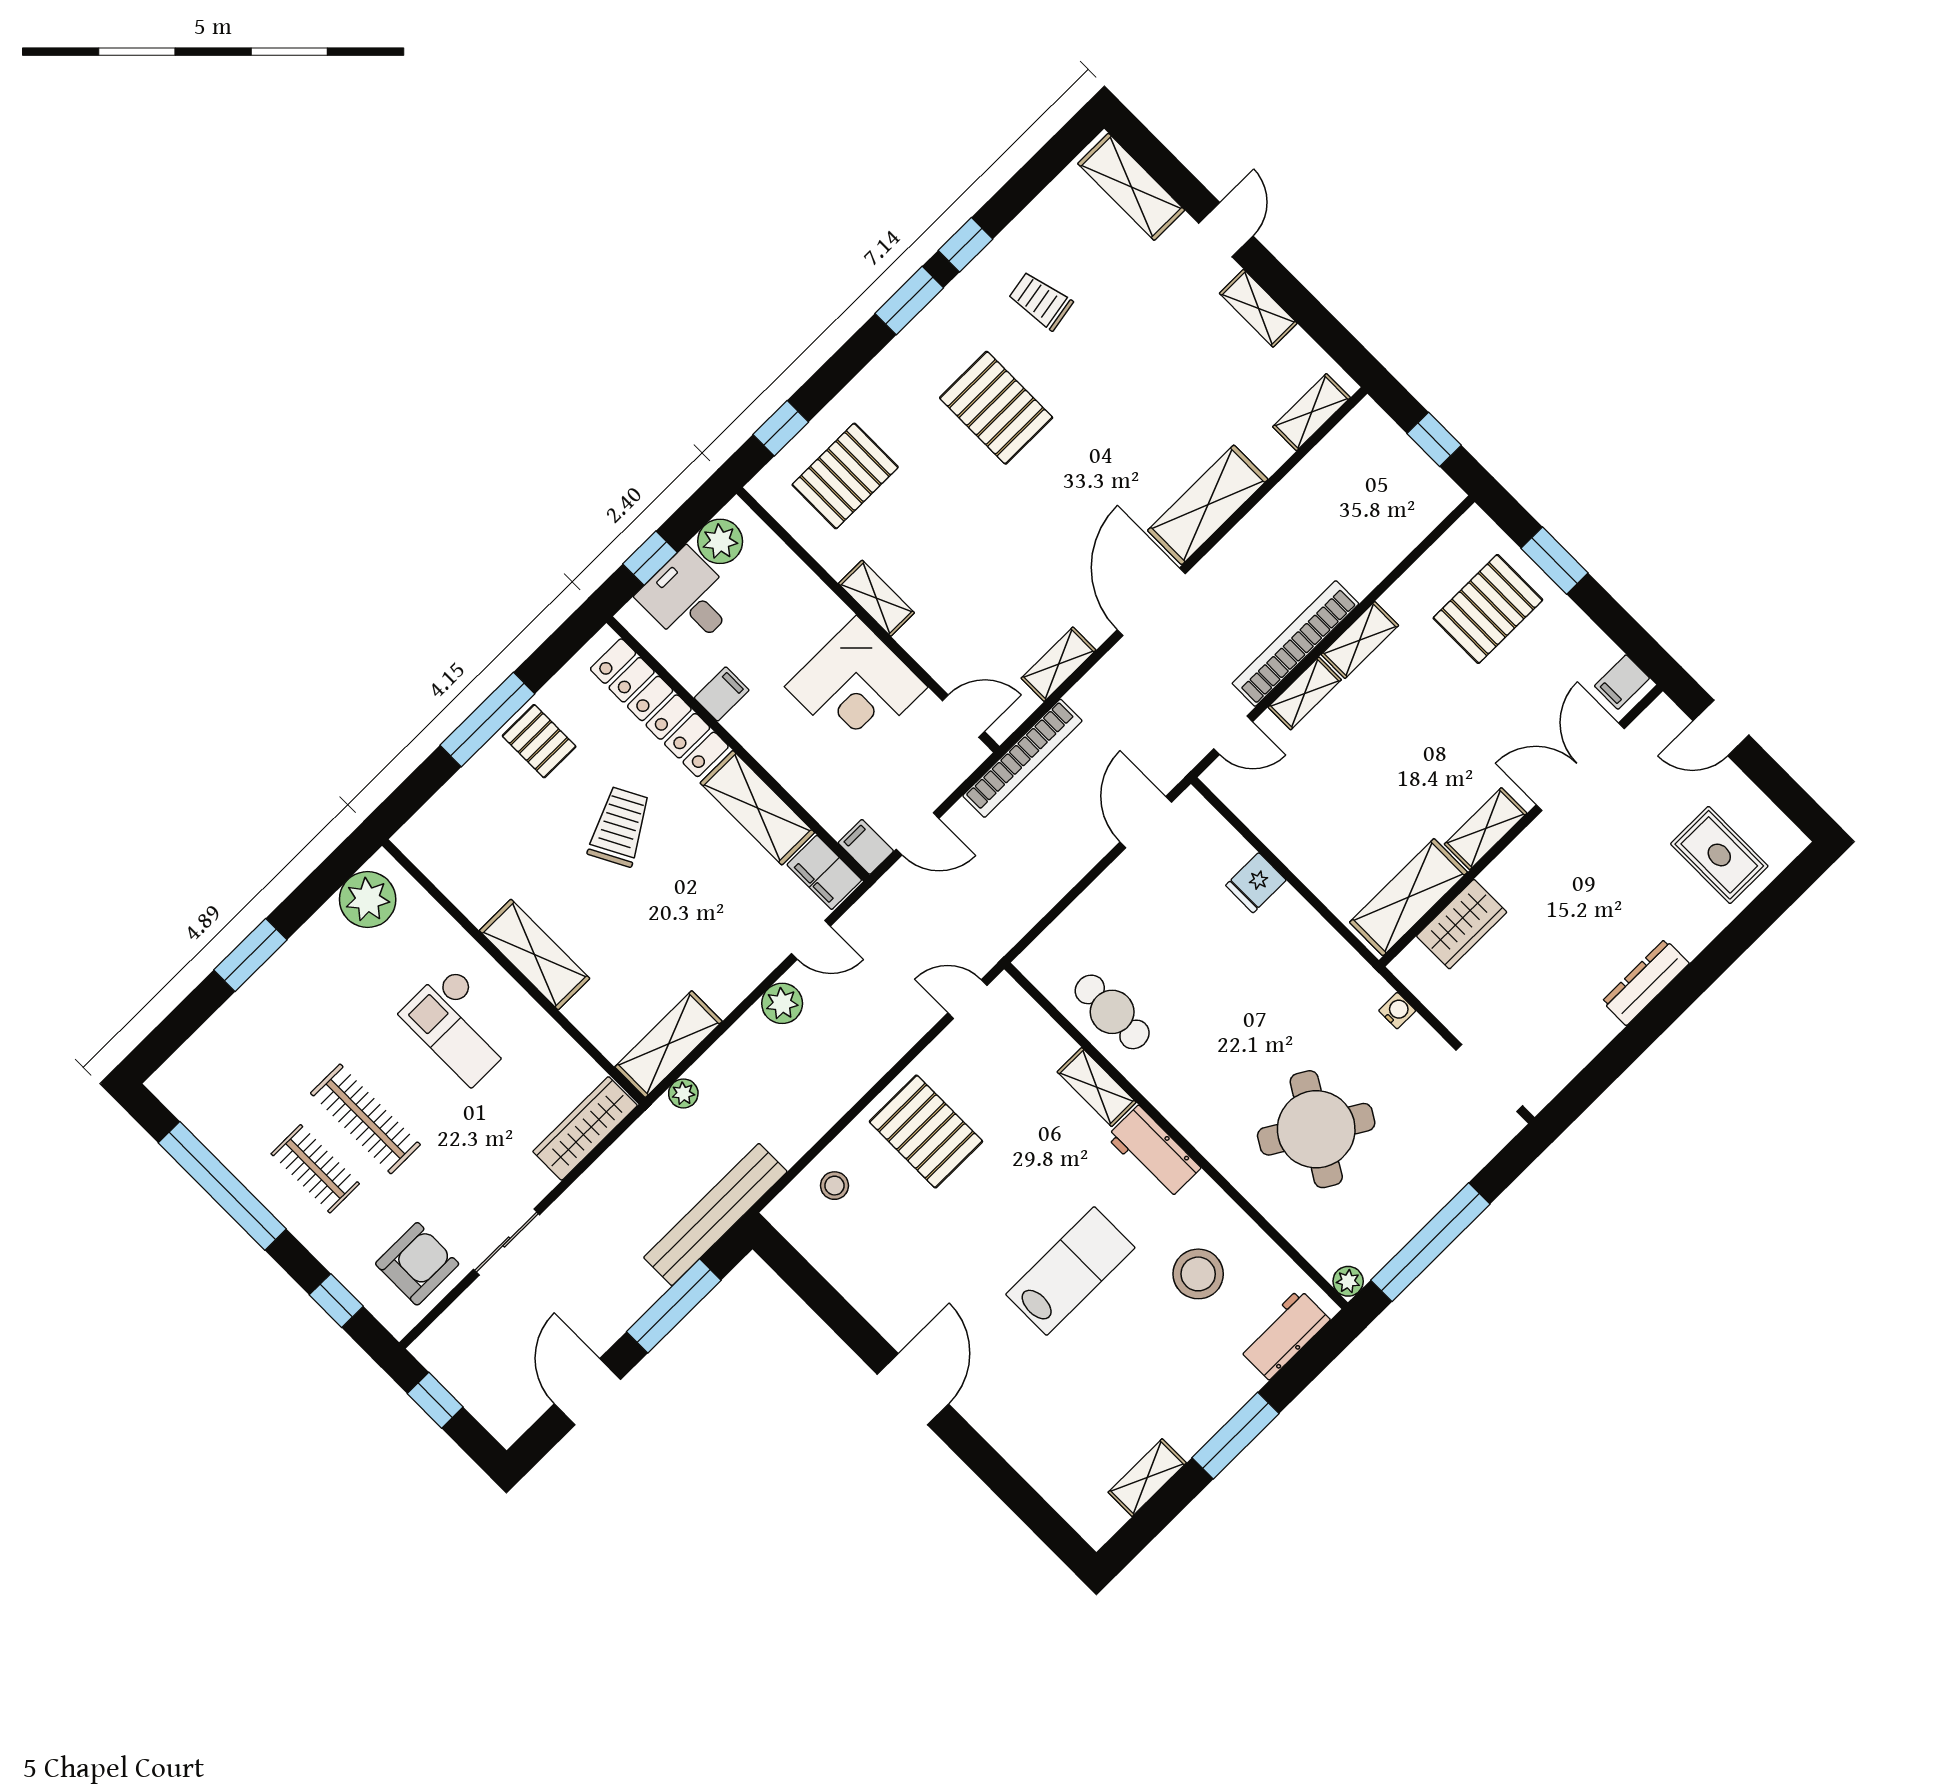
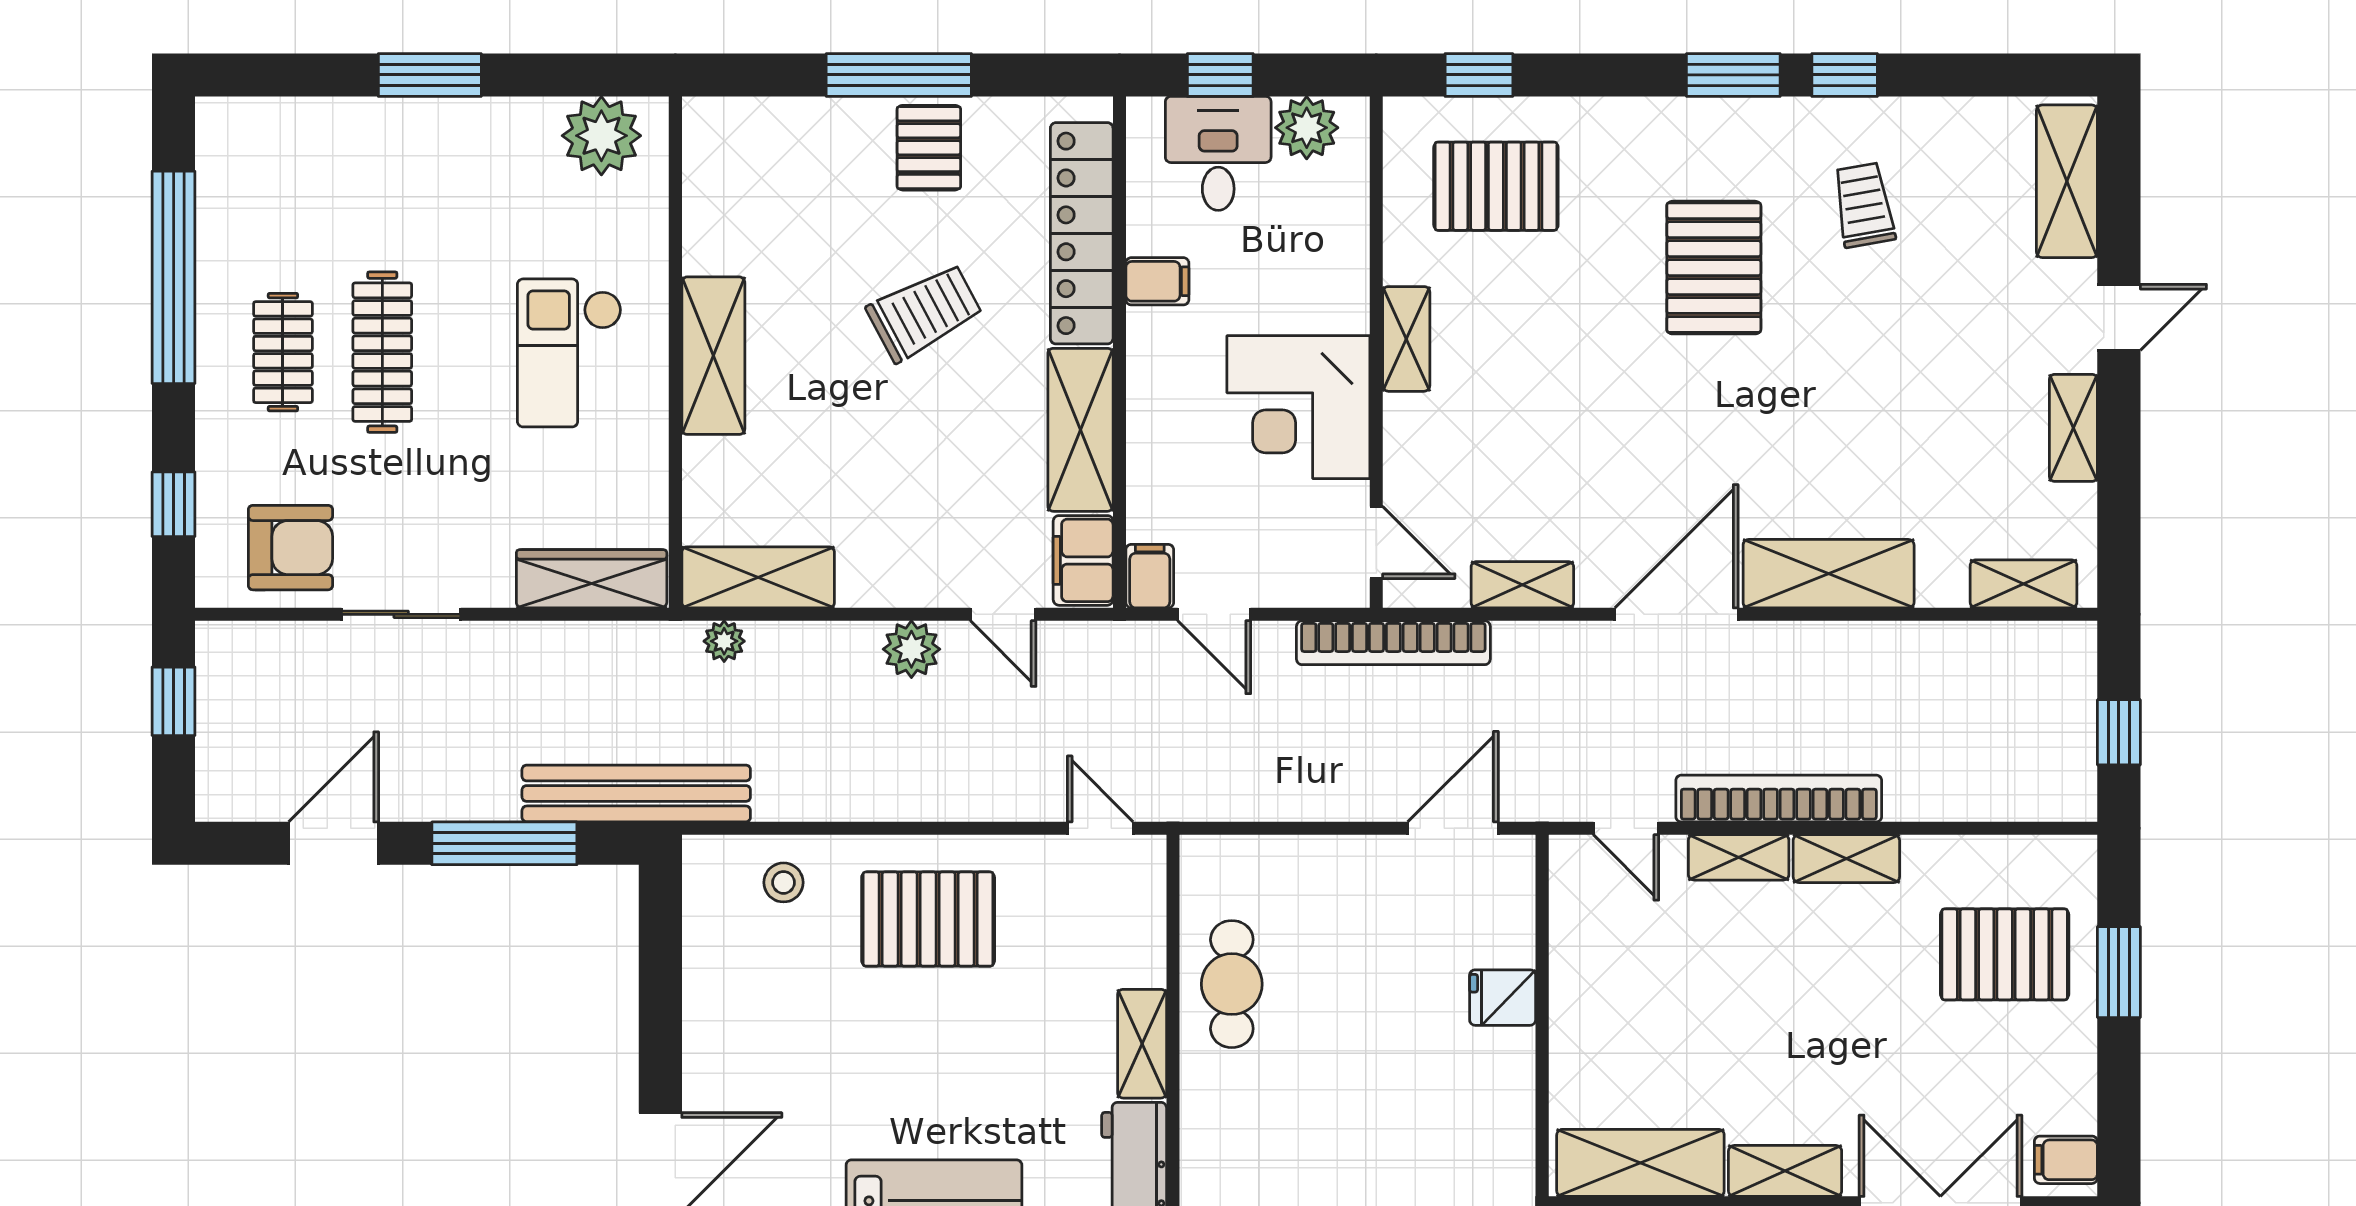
pallet: (926, 1131) -> (928, 919), turned 90

